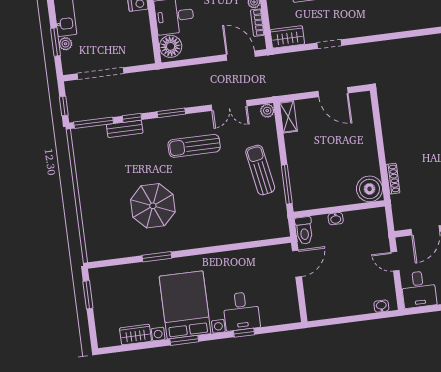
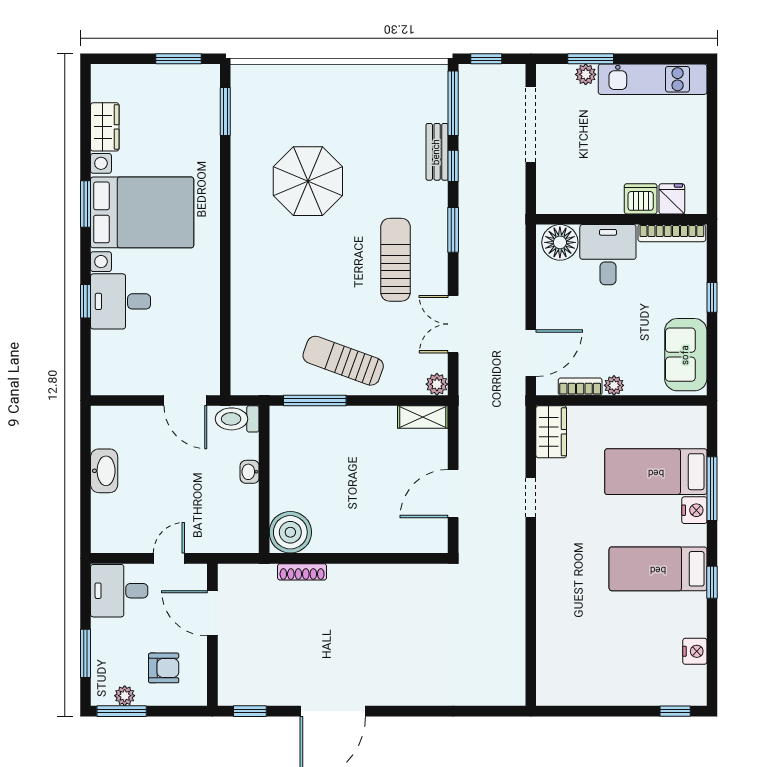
sun lounger: (260, 170) -> (343, 361), turned -150
window: (157, 257) -> (225, 111), moved
washbasin: (381, 306) -> (104, 471), moved, width x1.91, depth x1.45

